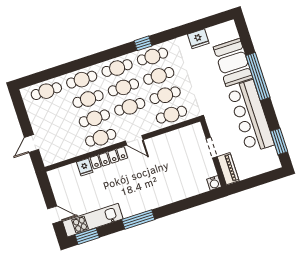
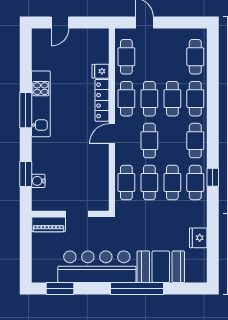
cafe table: (123, 87) -> (126, 57), moved
water cooler: (214, 183) -> (38, 181), moved
kitchen unit: (93, 220) -> (41, 104), moved
window: (87, 236) -> (26, 174), moved

